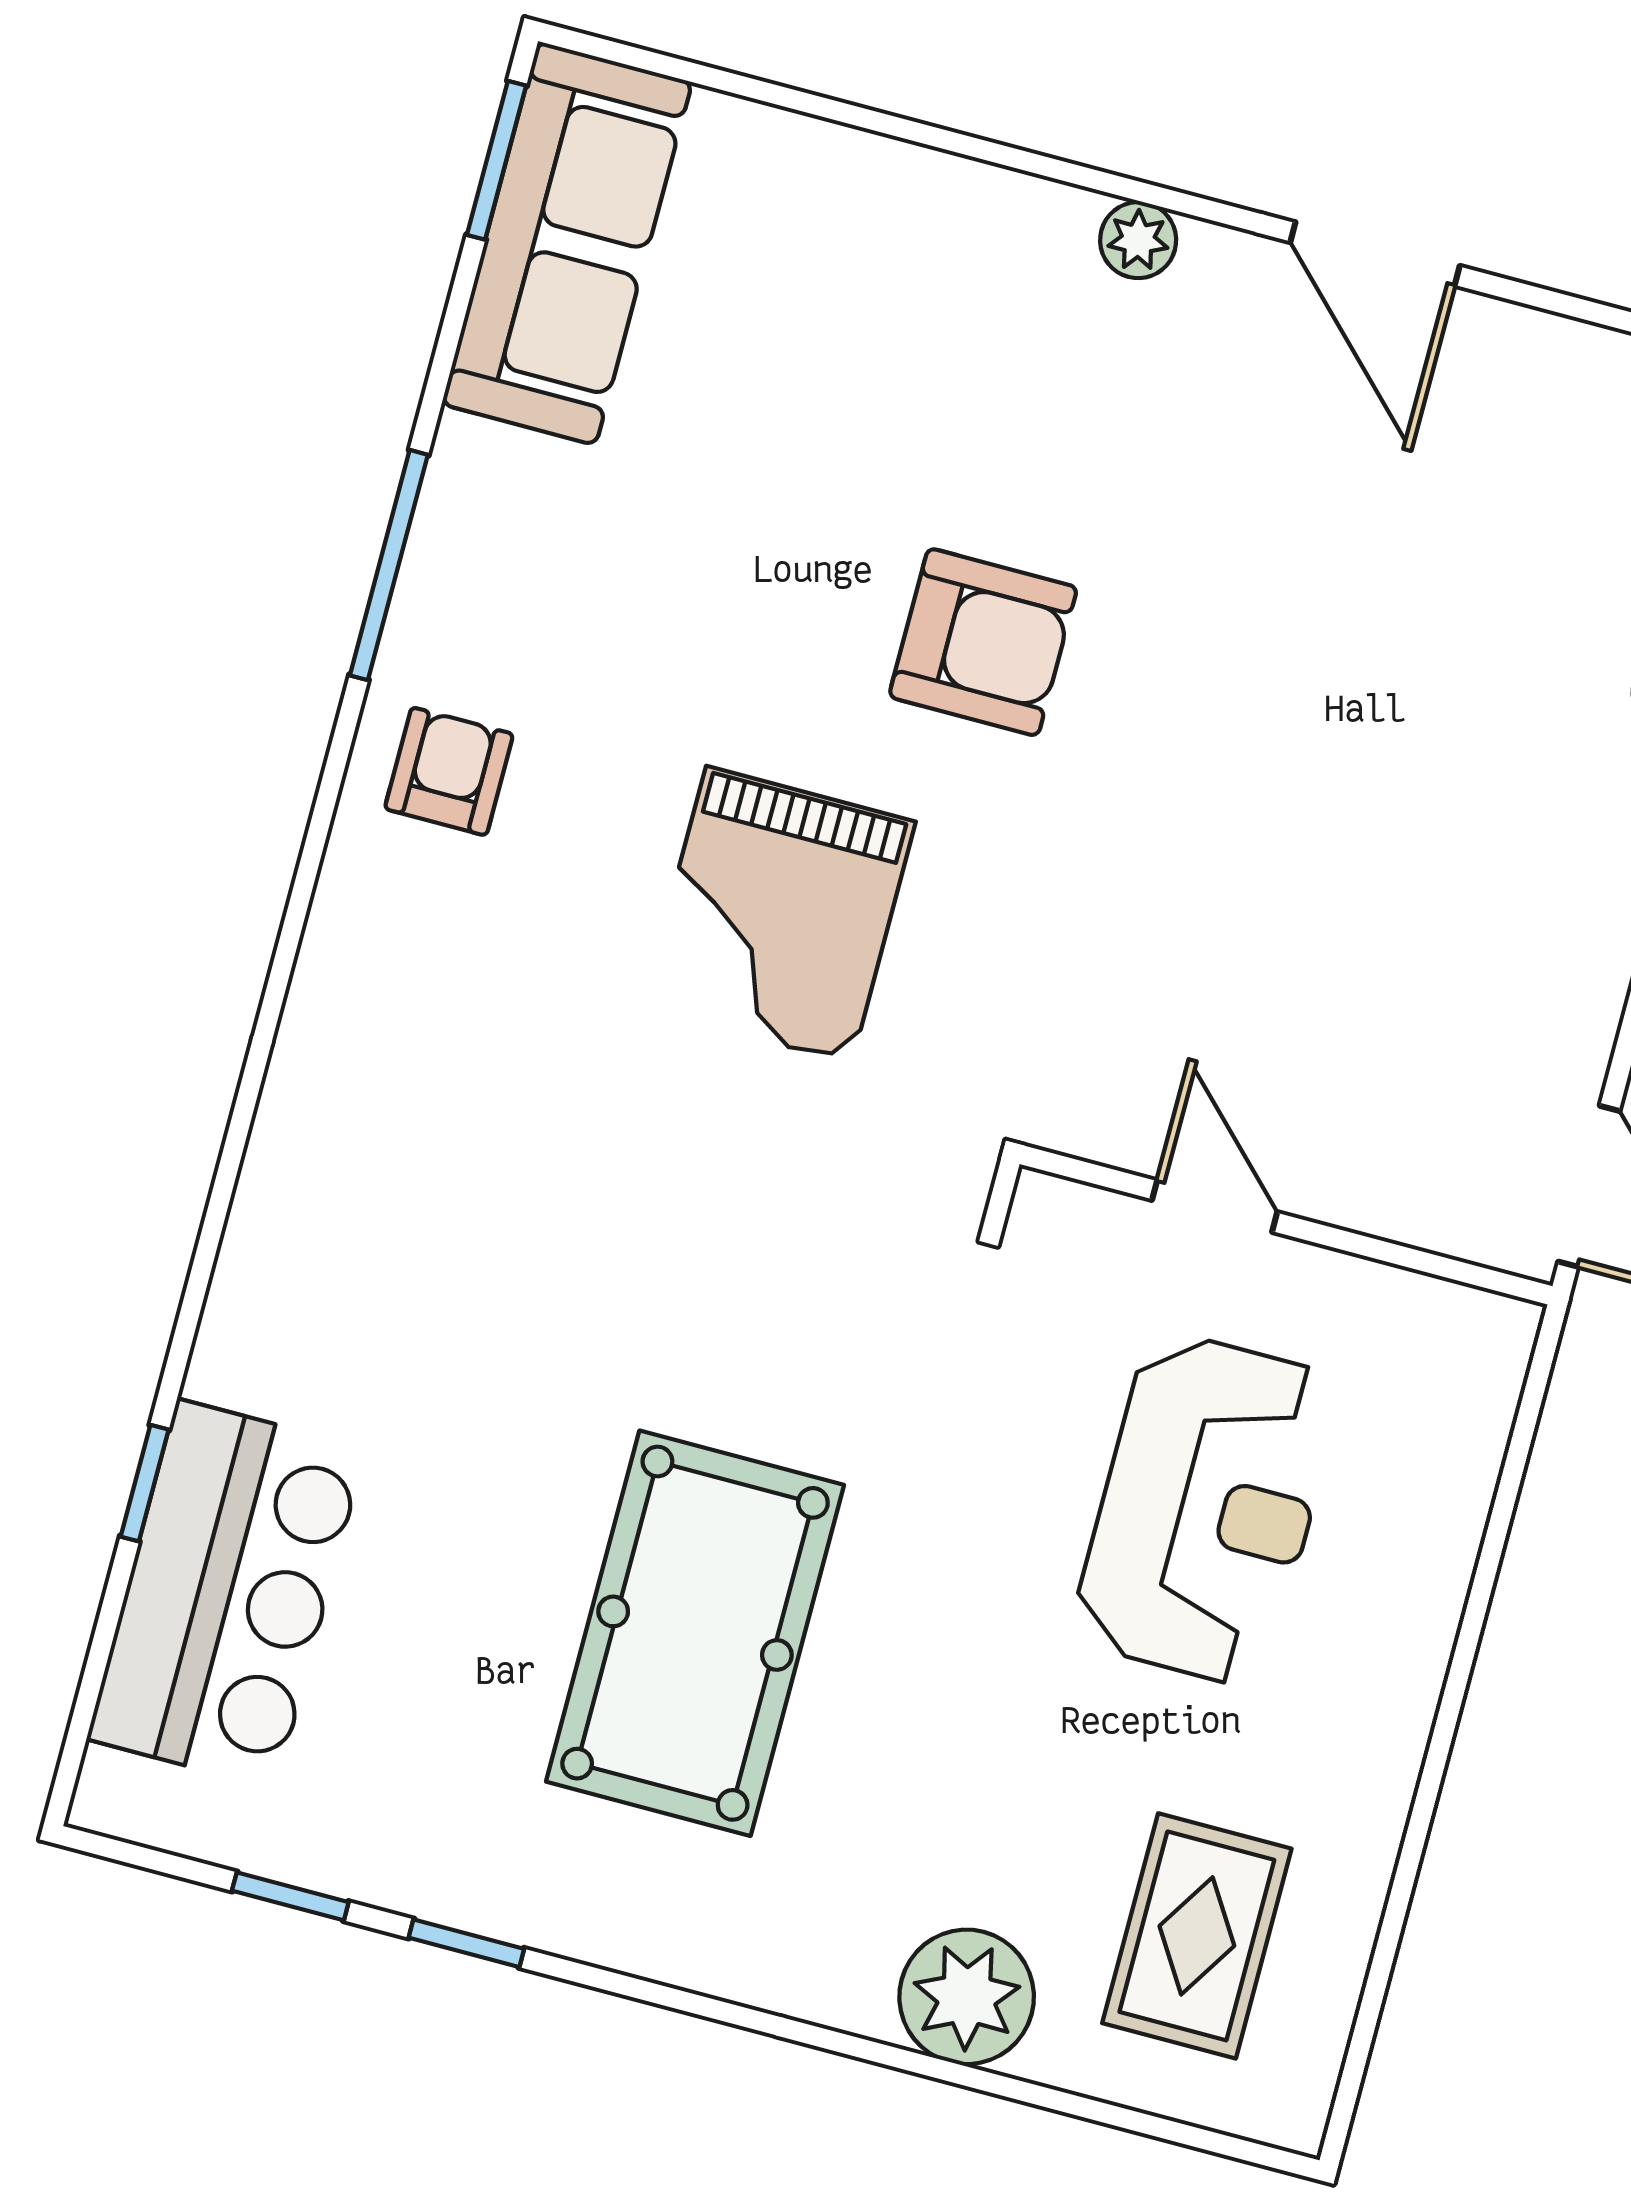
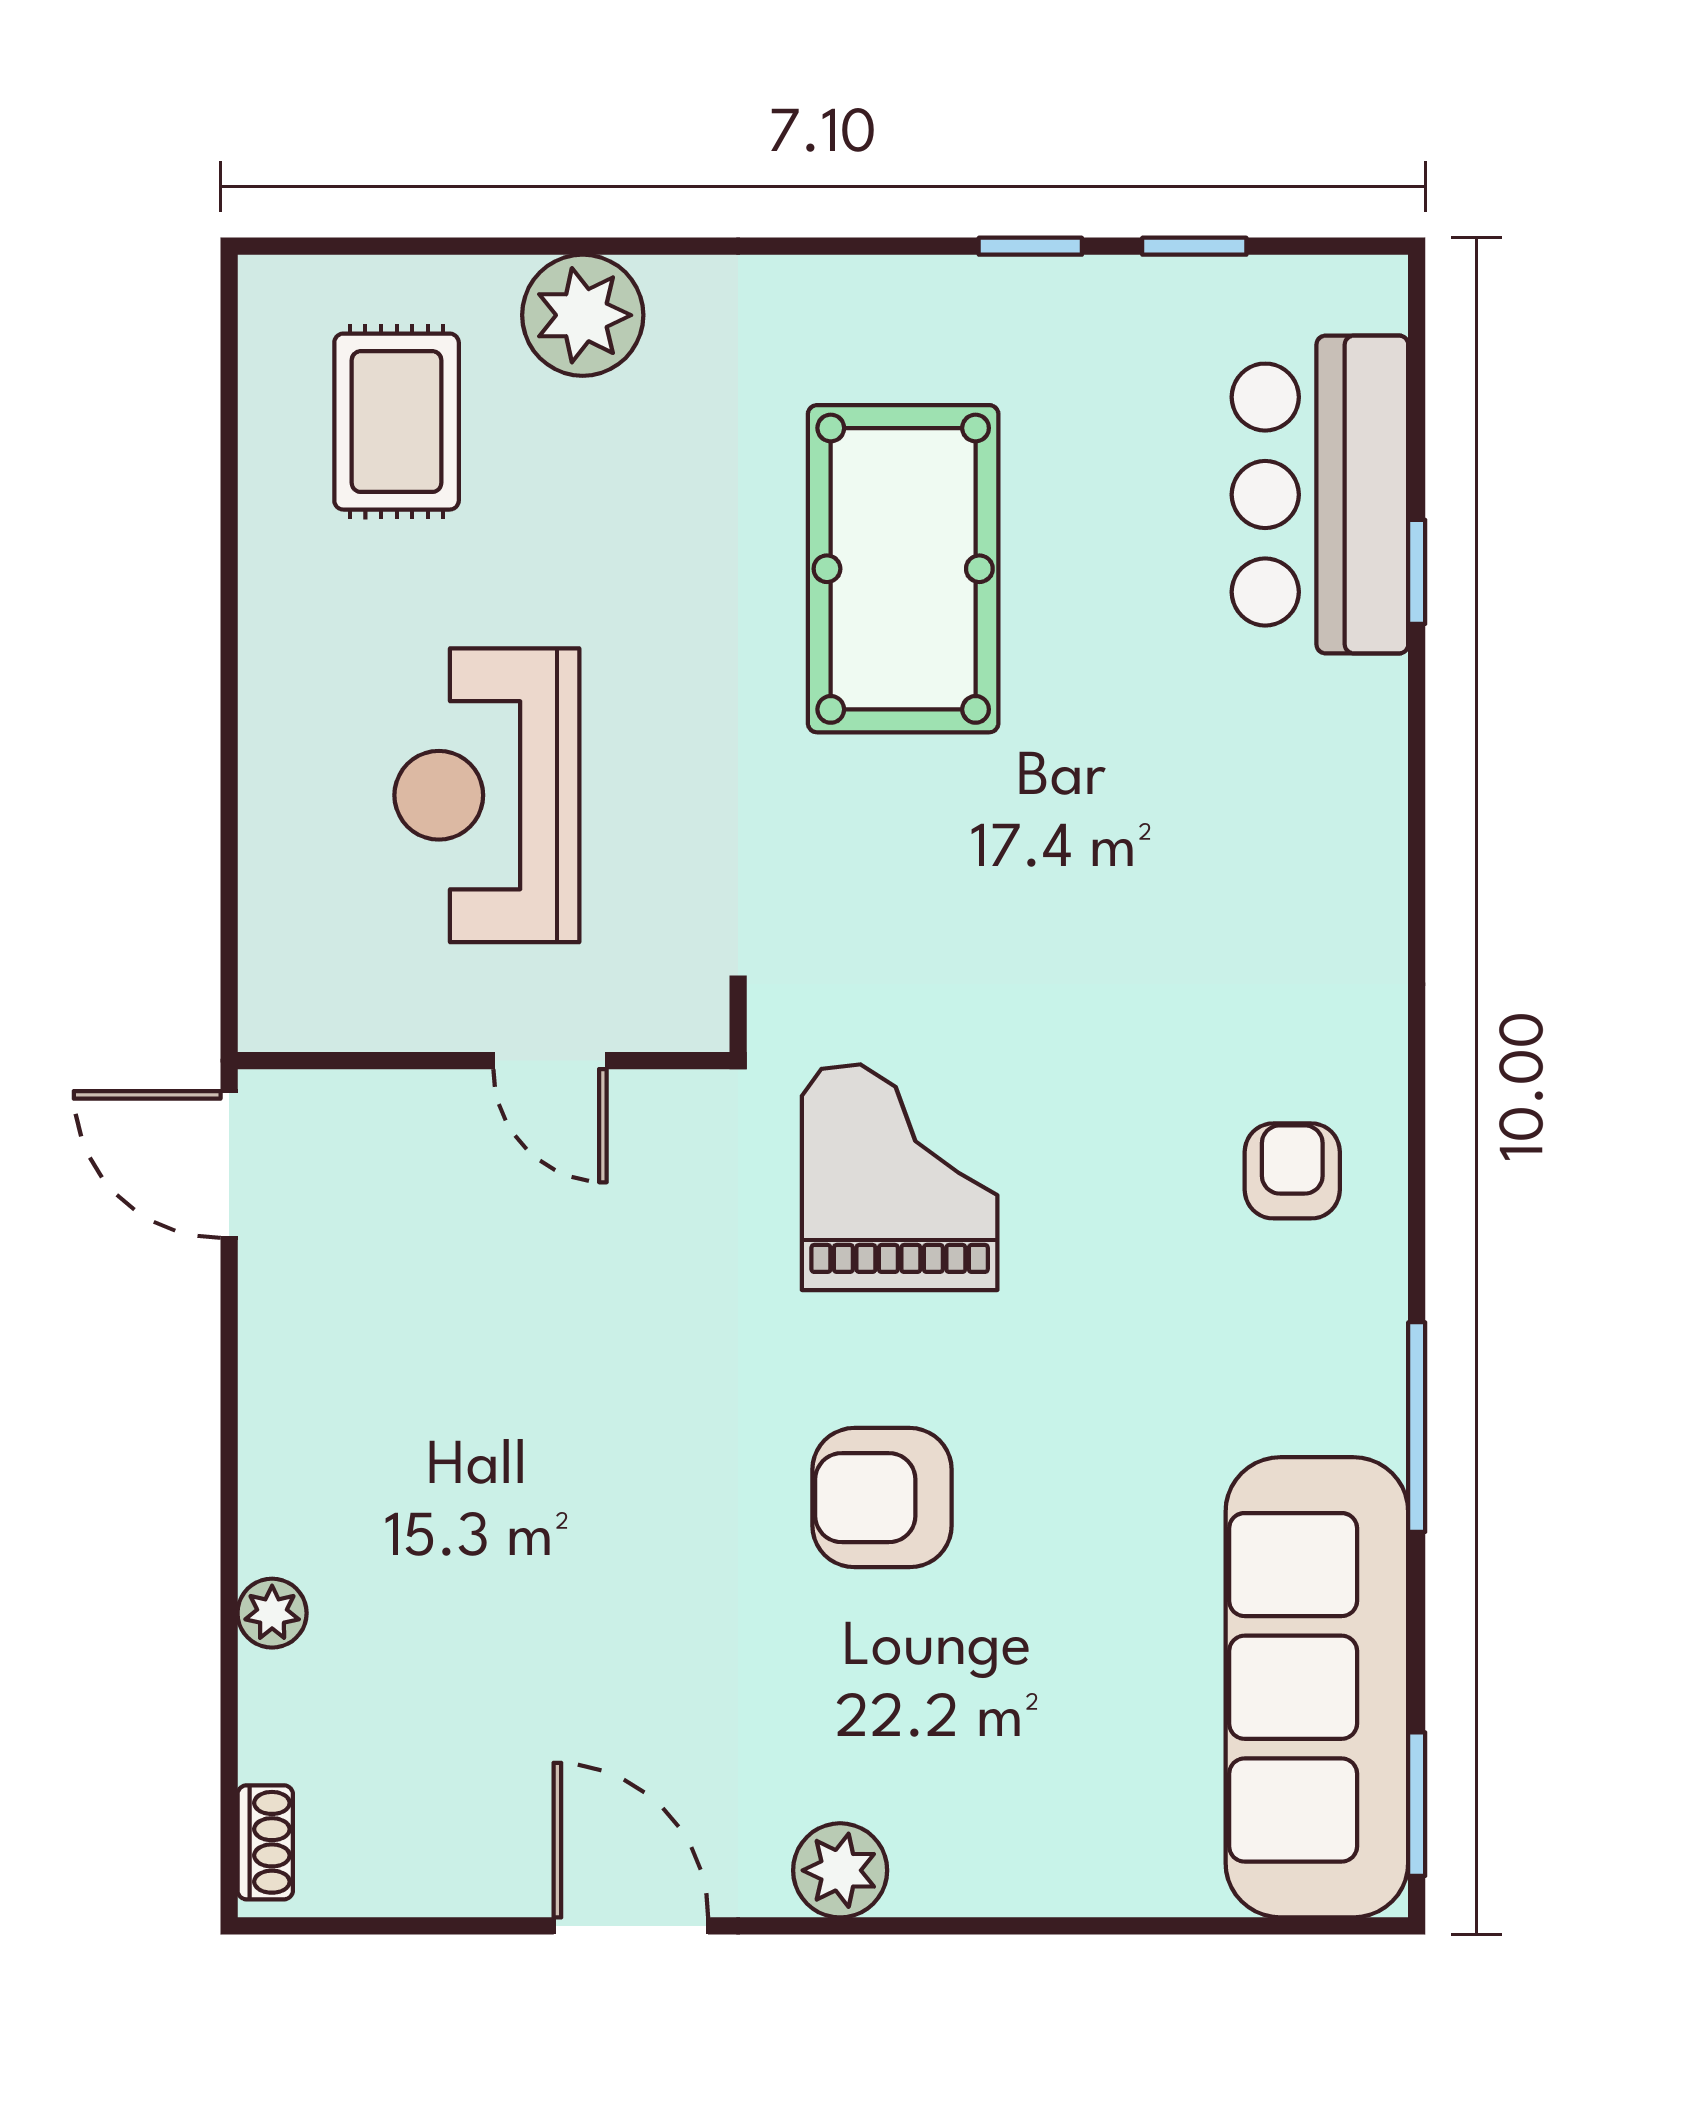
plant: (1138, 240) -> (840, 1870), width x1.38, depth x1.38
sofa: (567, 243) -> (1317, 1687), width x1.36, depth x1.27
armchair: (449, 771) -> (1292, 1171), moved, turned 180
grand piano: (779, 915) -> (900, 1177), moved

